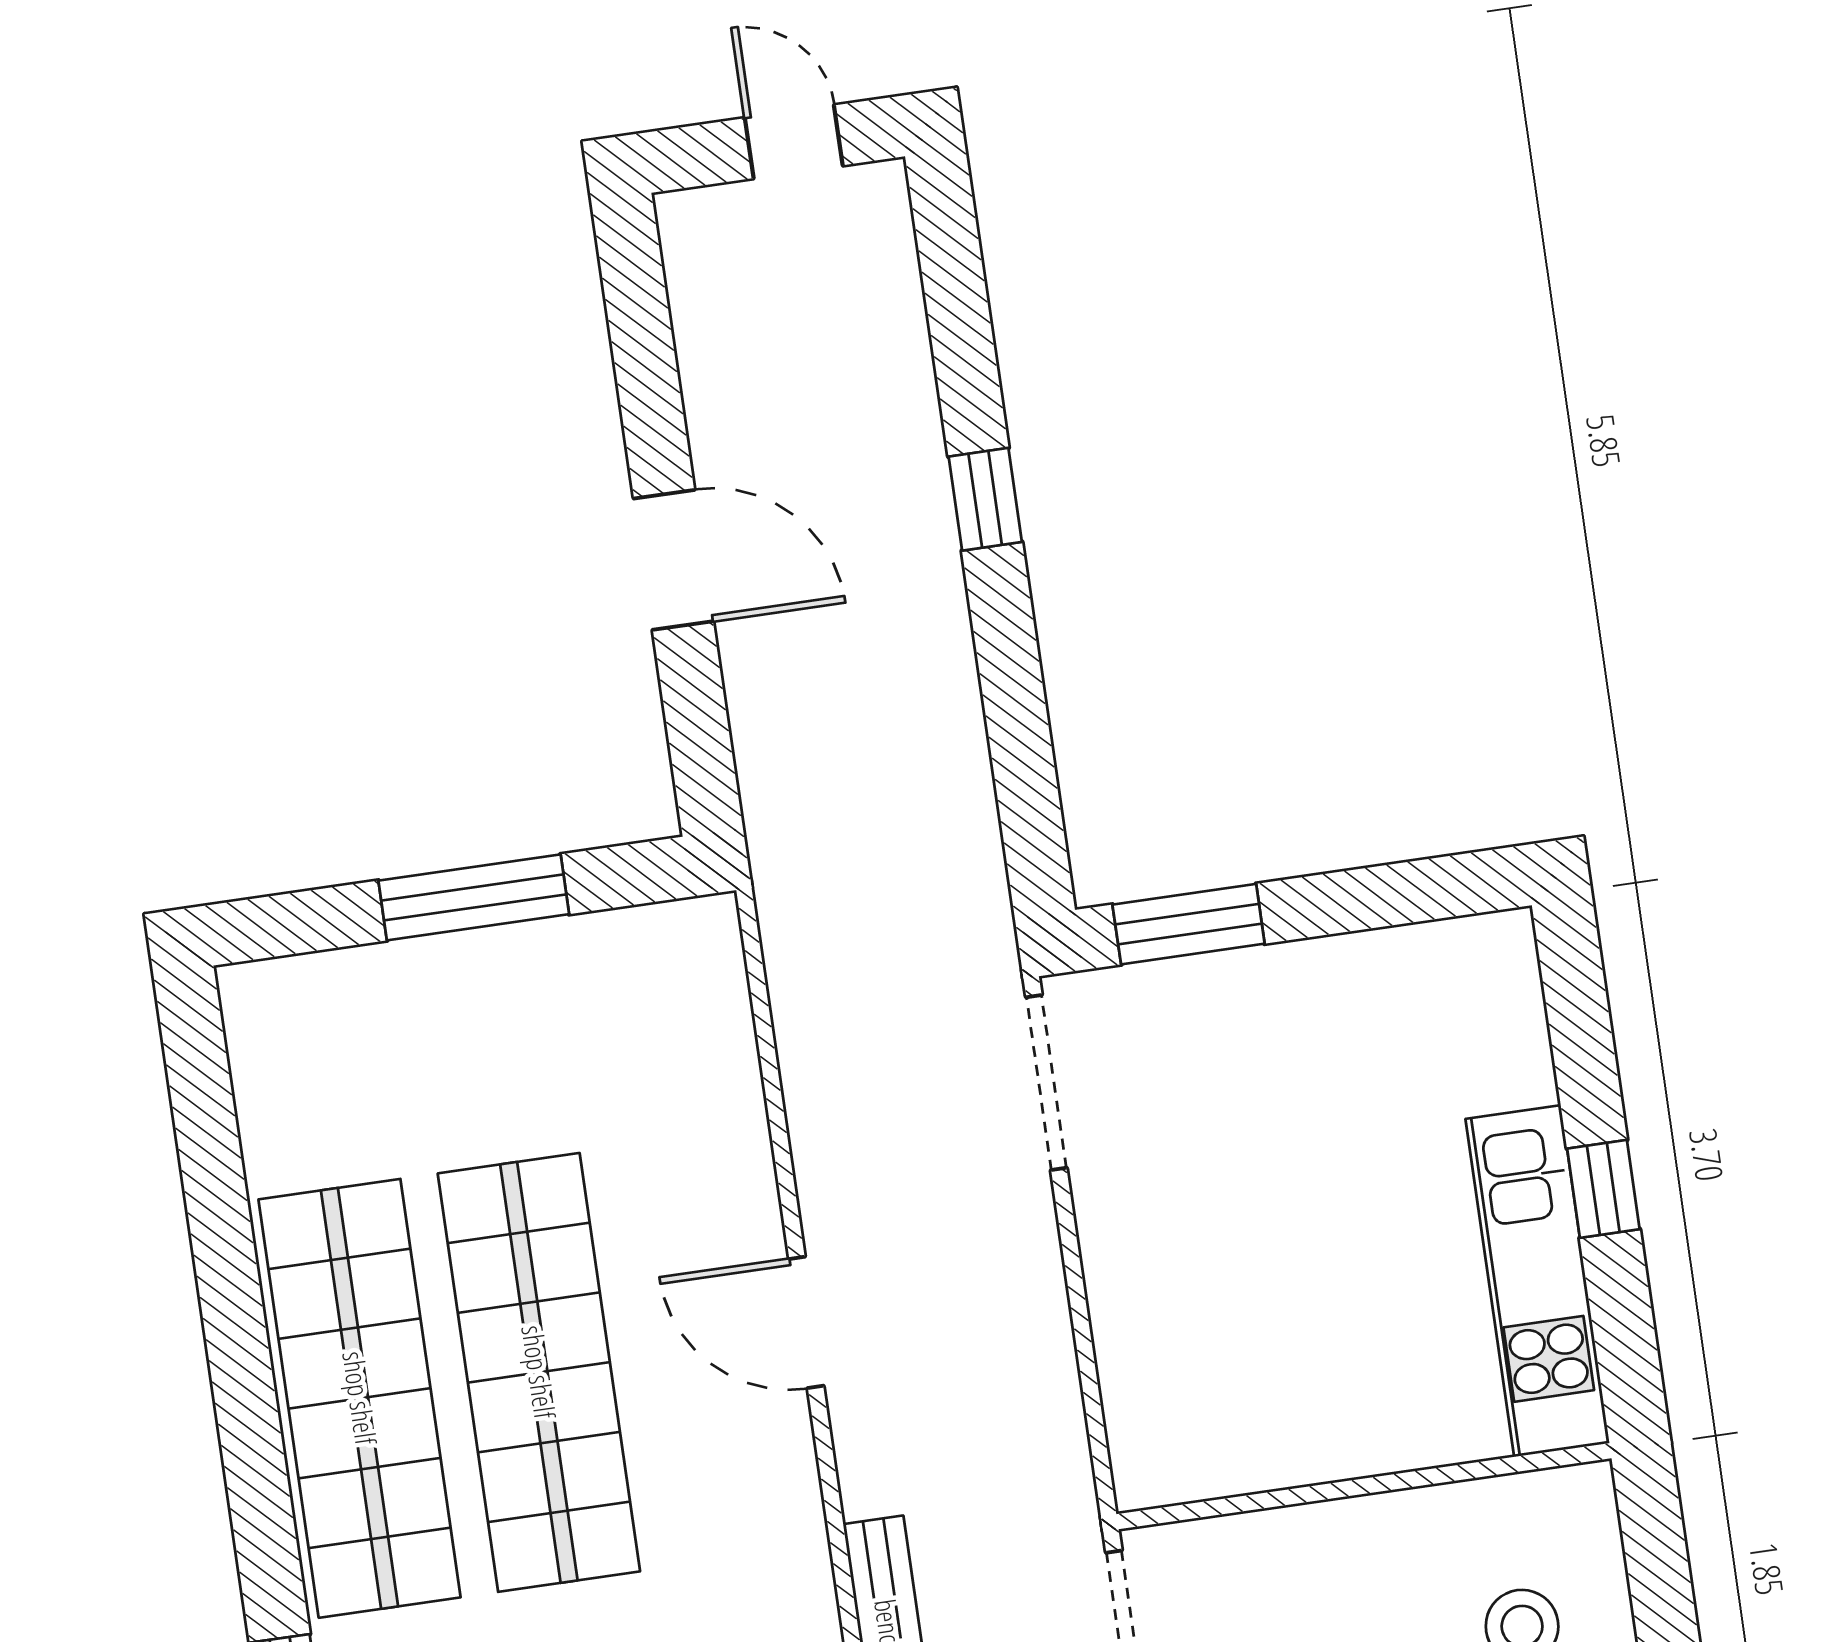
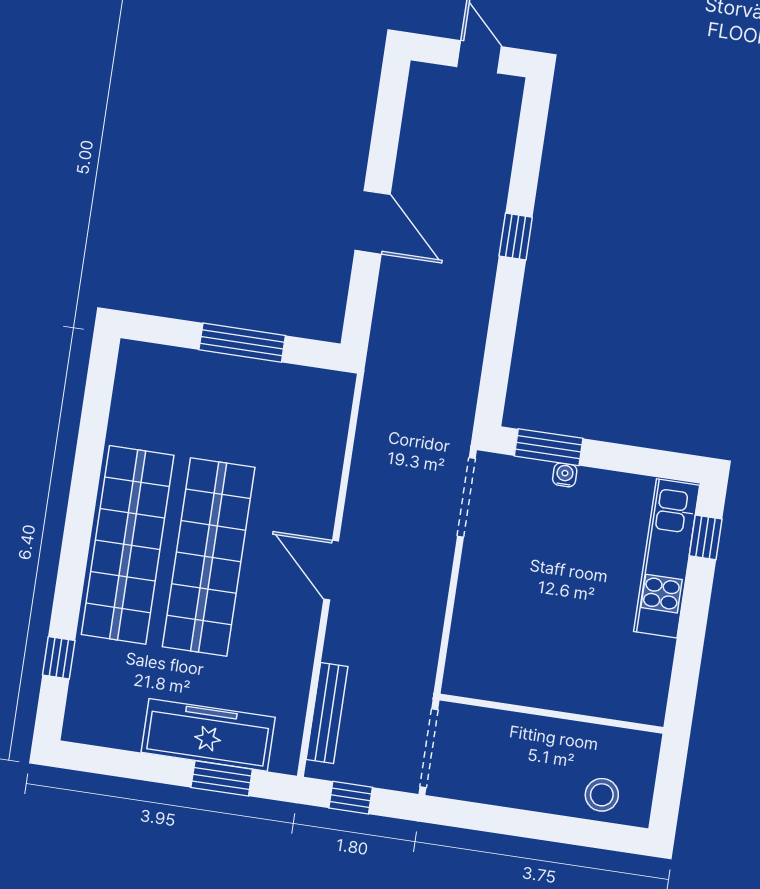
water cooler: (1240, 973) -> (565, 475), added
window: (1603, 1189) -> (706, 537), moved
kitchen unit: (1537, 1281) -> (667, 558), moved

